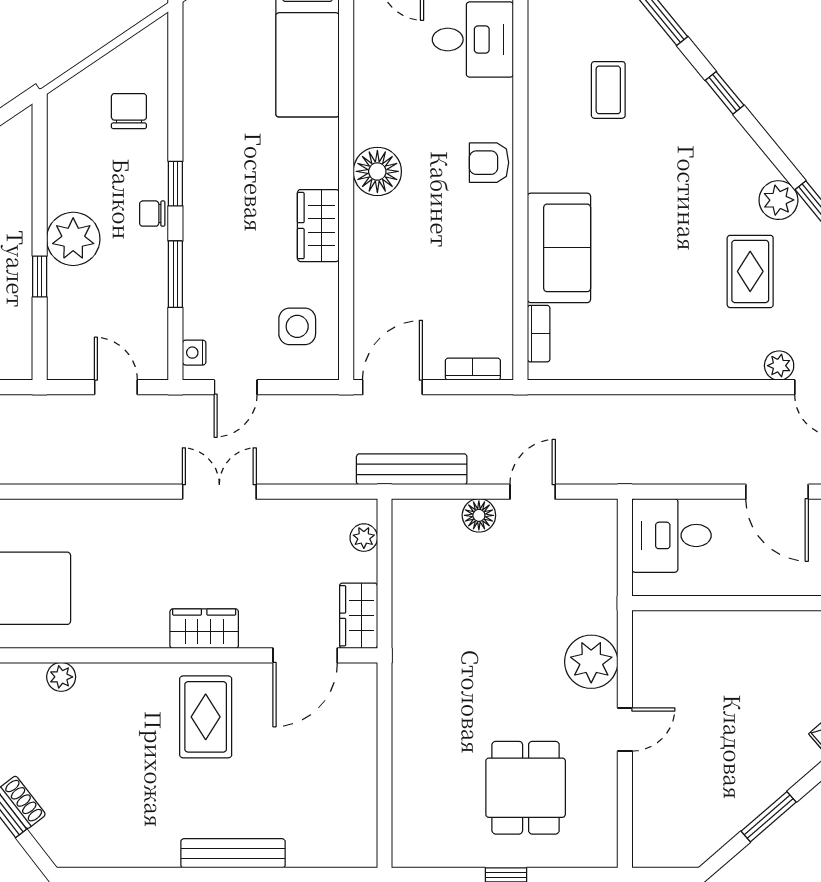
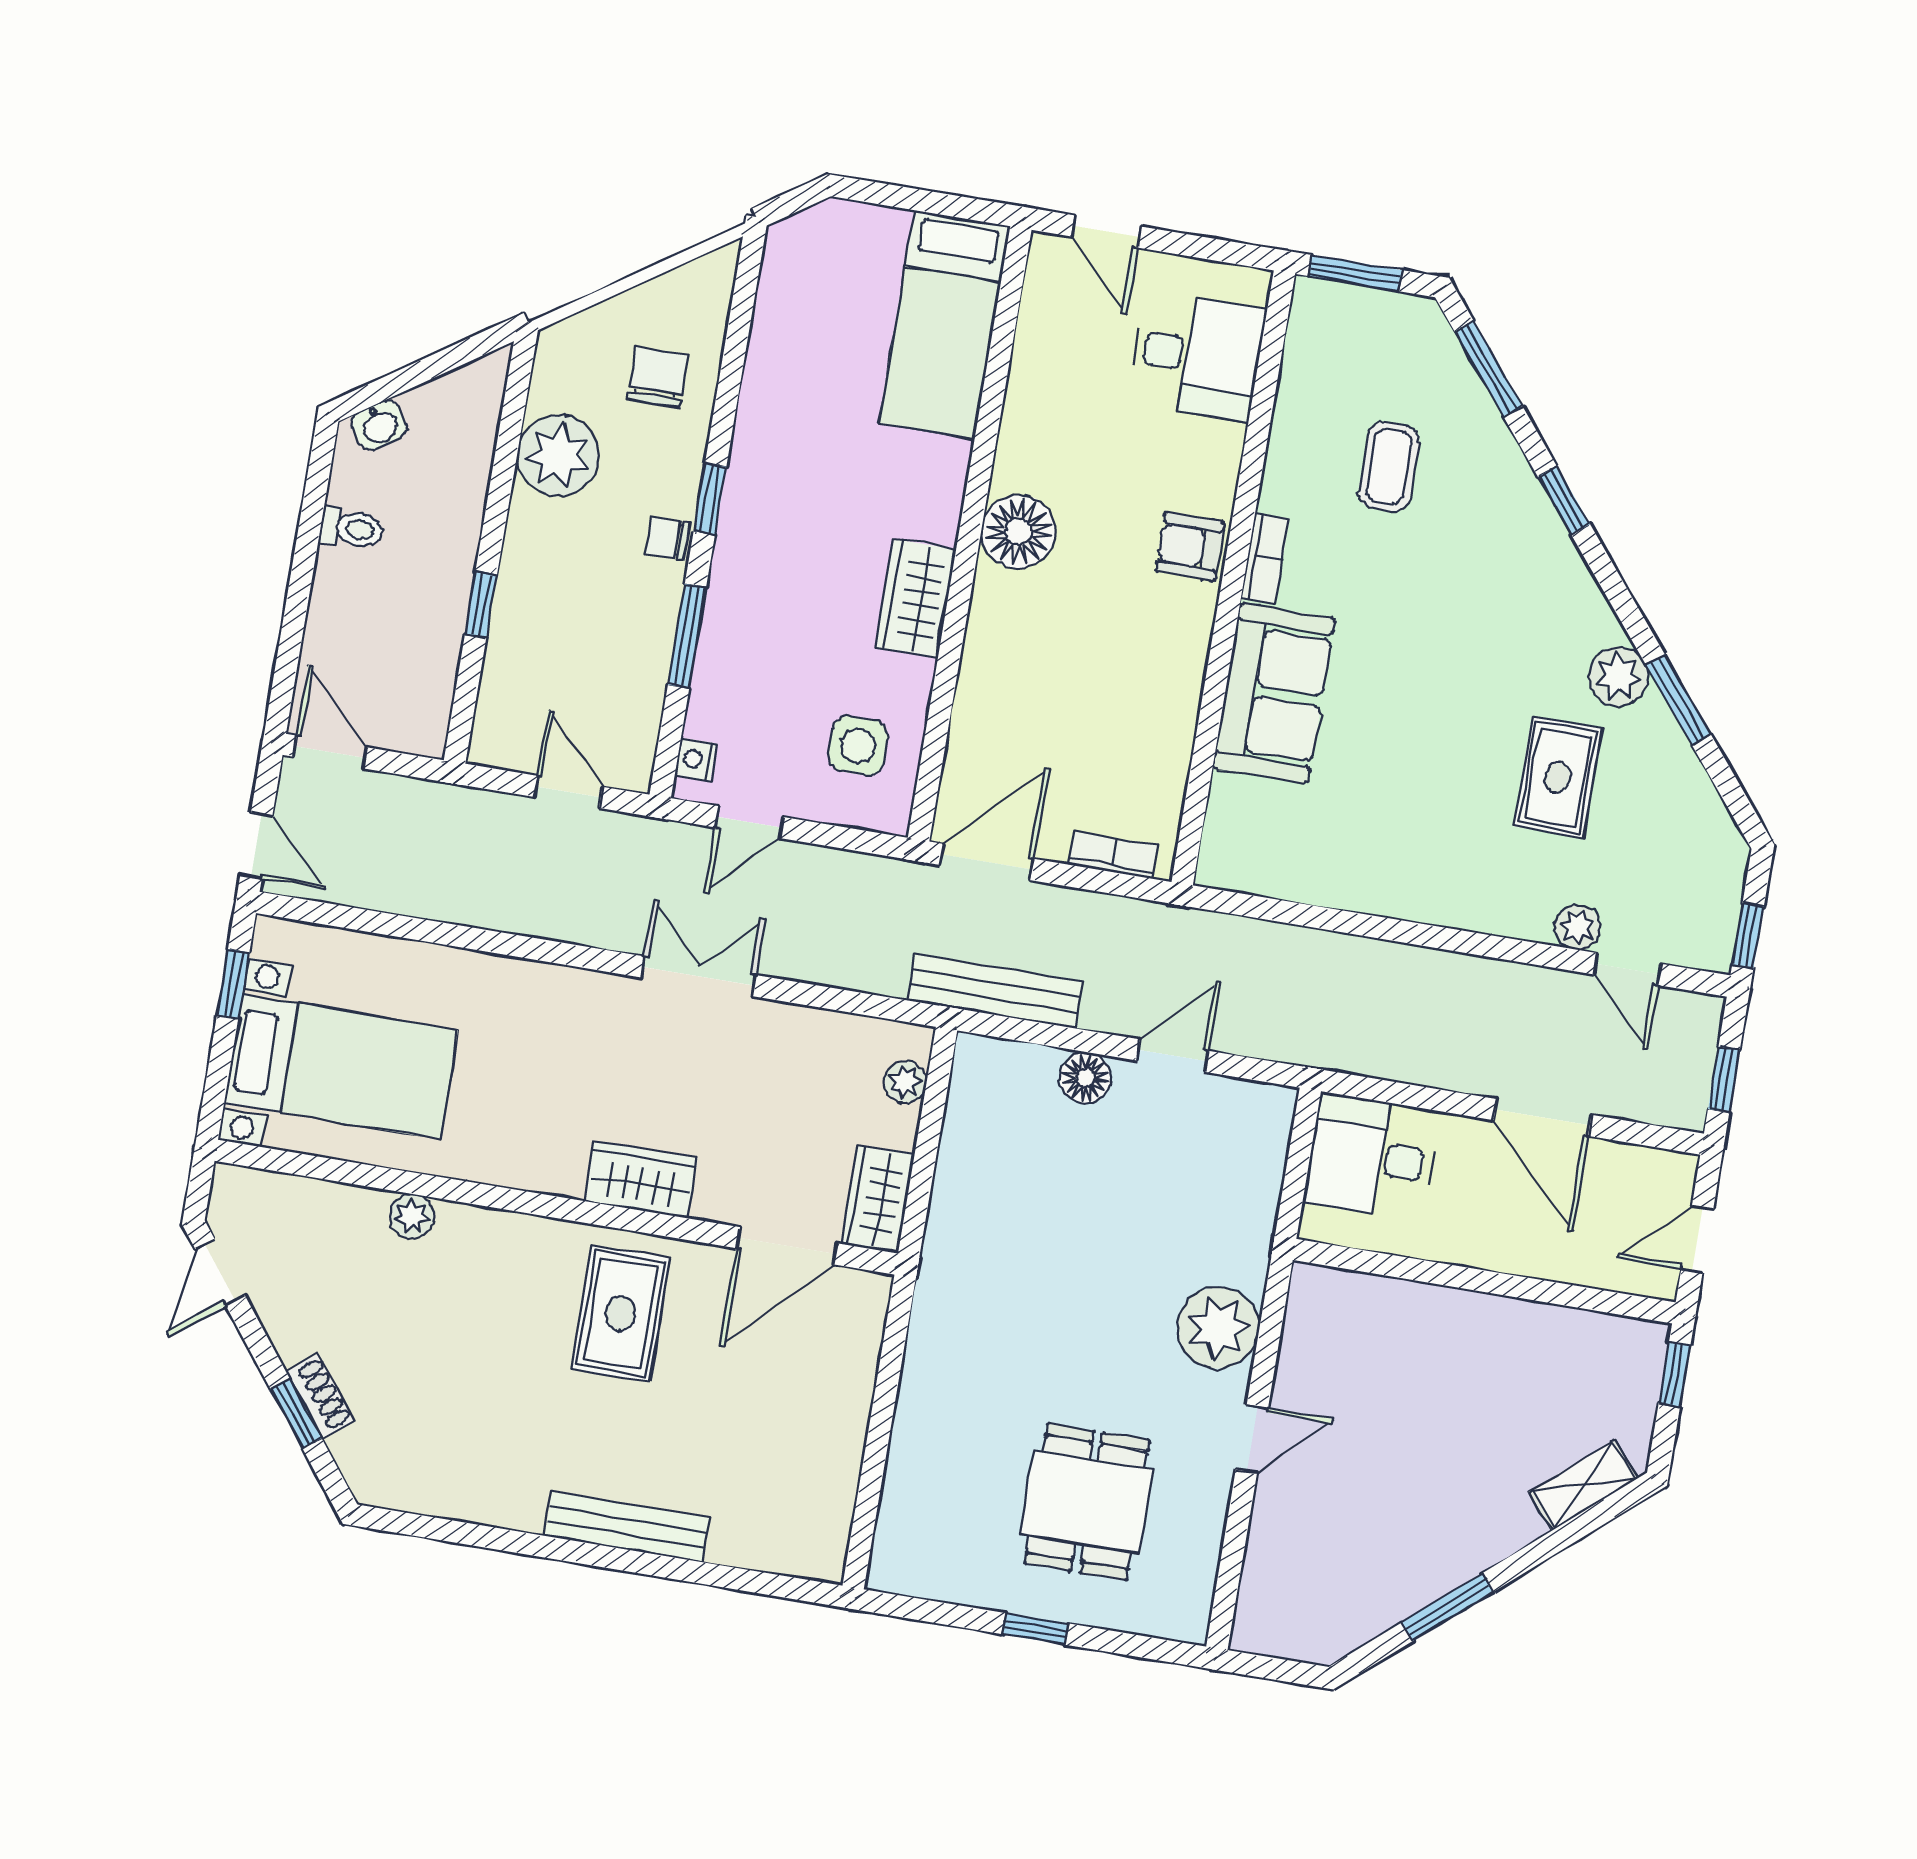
plant: (73, 239) -> (558, 456), moved
bookcase: (539, 334) -> (1265, 558), moved

